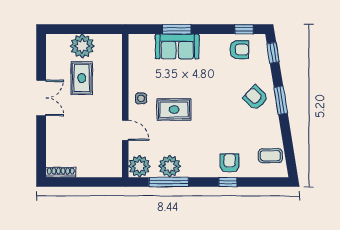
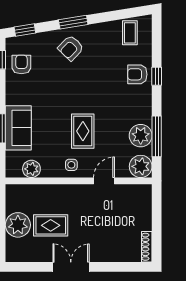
plant: (137, 59) -> (31, 169), added

